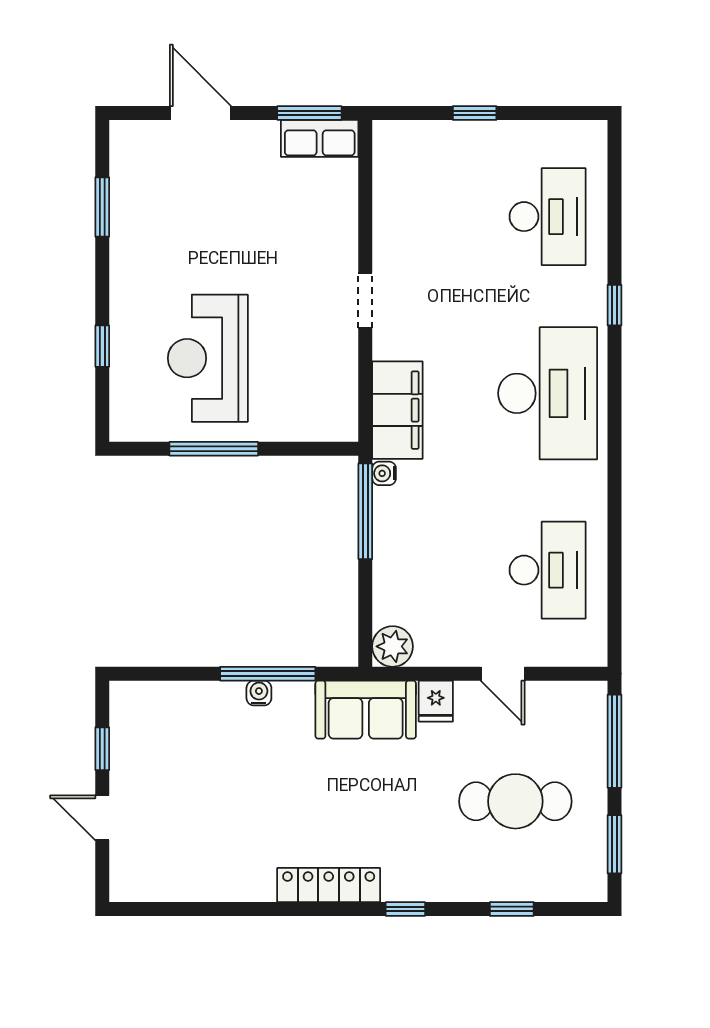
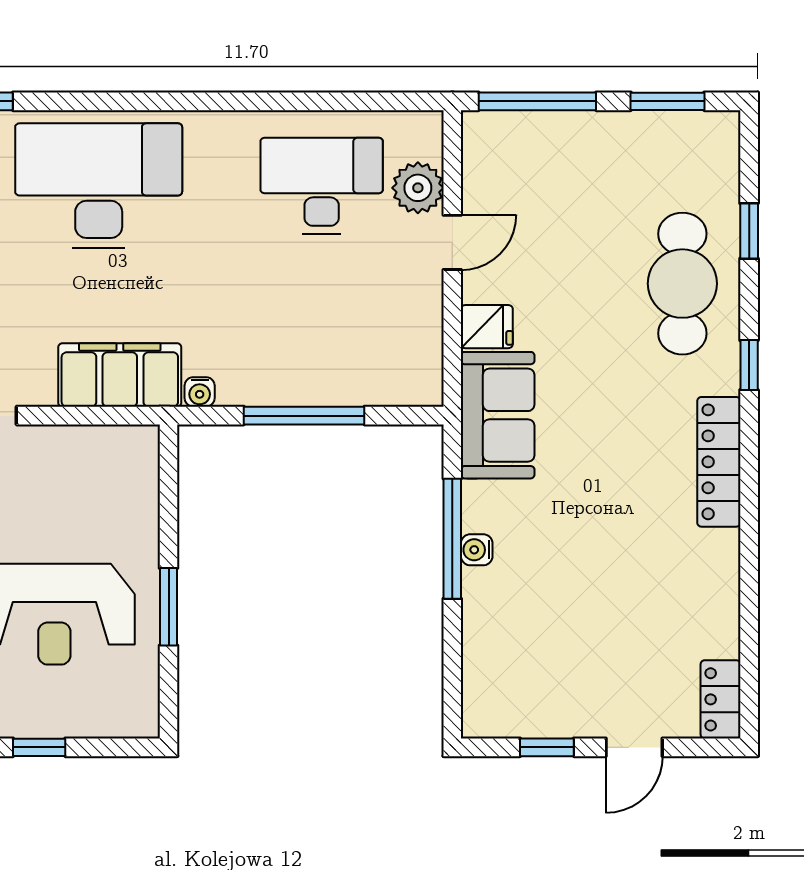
window: (214, 449) -> (169, 607), width x0.69
window: (365, 511) -> (304, 416), moved
plant: (393, 646) -> (418, 188), moved
cafe table: (515, 801) -> (682, 284), moved
locker: (140, 886) -> (721, 699), added

